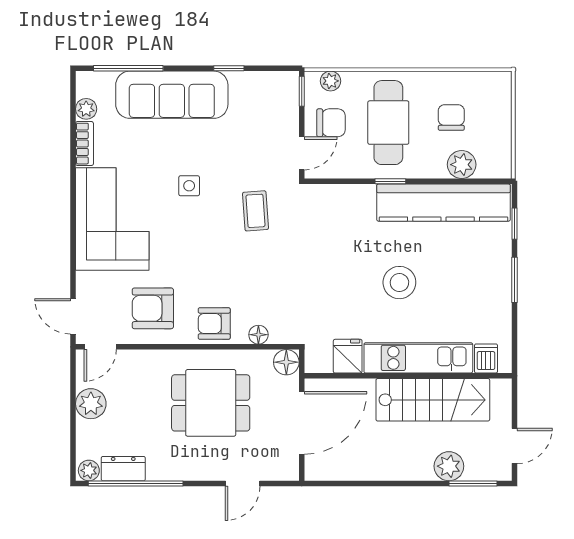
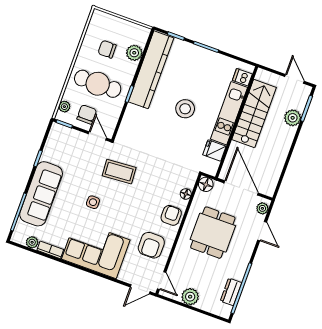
coffee table: (255, 211) -> (119, 172), width x1.36, depth x1.30
armchair: (214, 323) -> (171, 215), turned 180
plant: (89, 470) -> (262, 208), moved

